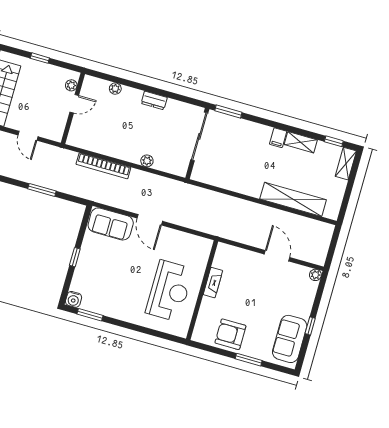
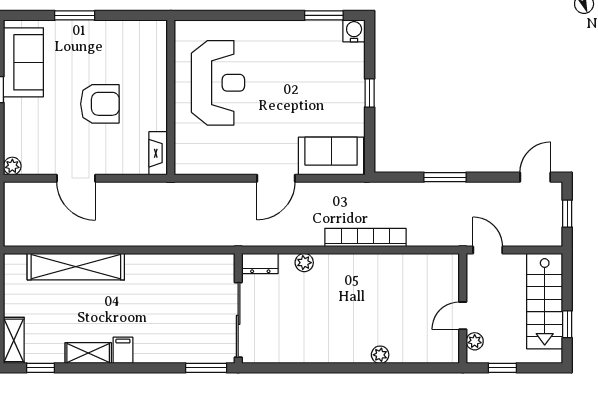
plant: (71, 85) -> (475, 341), moved
dresser: (154, 100) -> (260, 263), moved, turned 180
door: (74, 104) -> (463, 316), moved
wall: (73, 108) -> (463, 308), moved
door: (150, 220) -> (276, 178), swing flipped
fireplace: (213, 283) -> (158, 153), moved
reception desk: (169, 291) -> (218, 83), turned 180
armchair: (230, 334) -> (100, 104), moved

